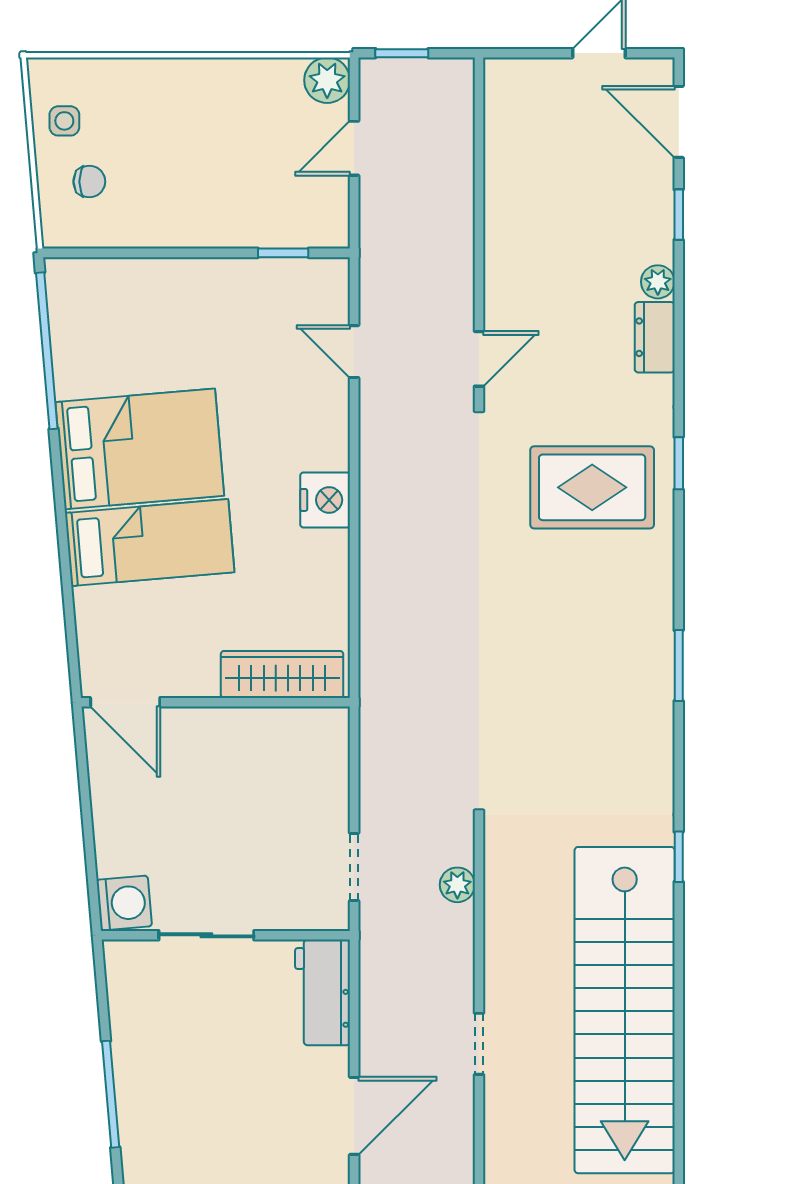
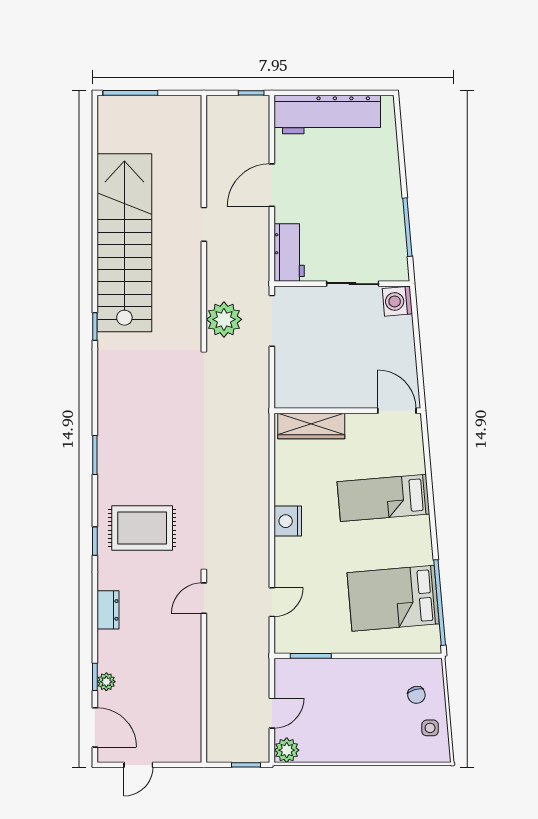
chair: (89, 182) -> (416, 695), turned -106
window: (283, 253) -> (311, 656), width x1.50
plant: (658, 282) -> (106, 682), moved
door: (354, 352) -> (272, 602), hinge flipped
bed: (140, 449) -> (393, 598), moved
window: (679, 666) -> (95, 455), moved
doorway: (354, 867) -> (272, 321), width x1.38
plant: (457, 885) -> (224, 319), width x1.88, depth x1.88
window: (111, 1094) -> (407, 227), moved

